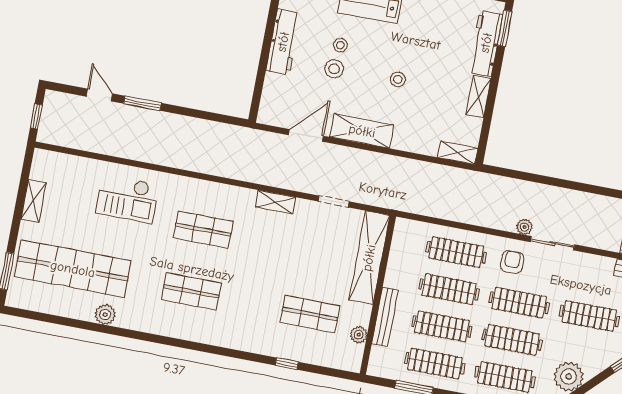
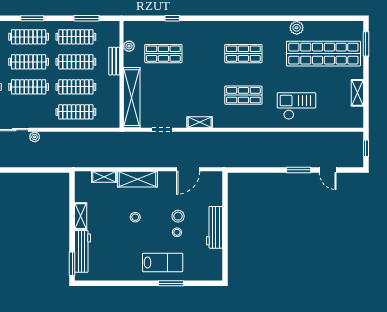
shelving: (362, 131) -> (138, 179), moved
shelving: (458, 153) -> (104, 177), moved
armchair: (512, 262) -> (38, 112), removed
bench: (385, 317) -> (114, 61), width x0.73

